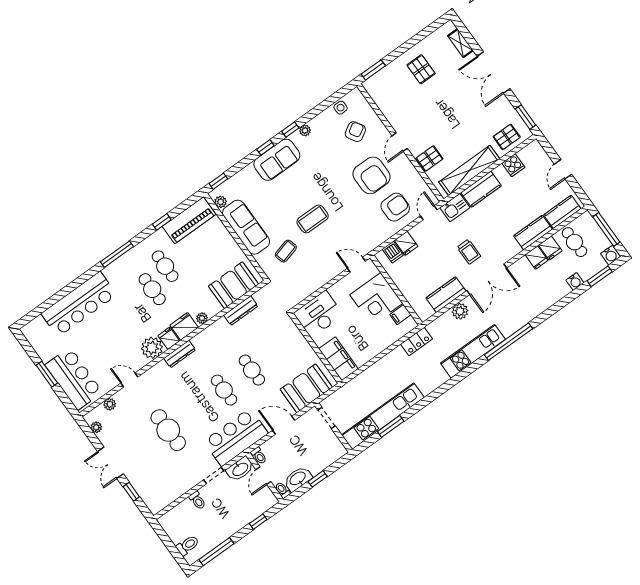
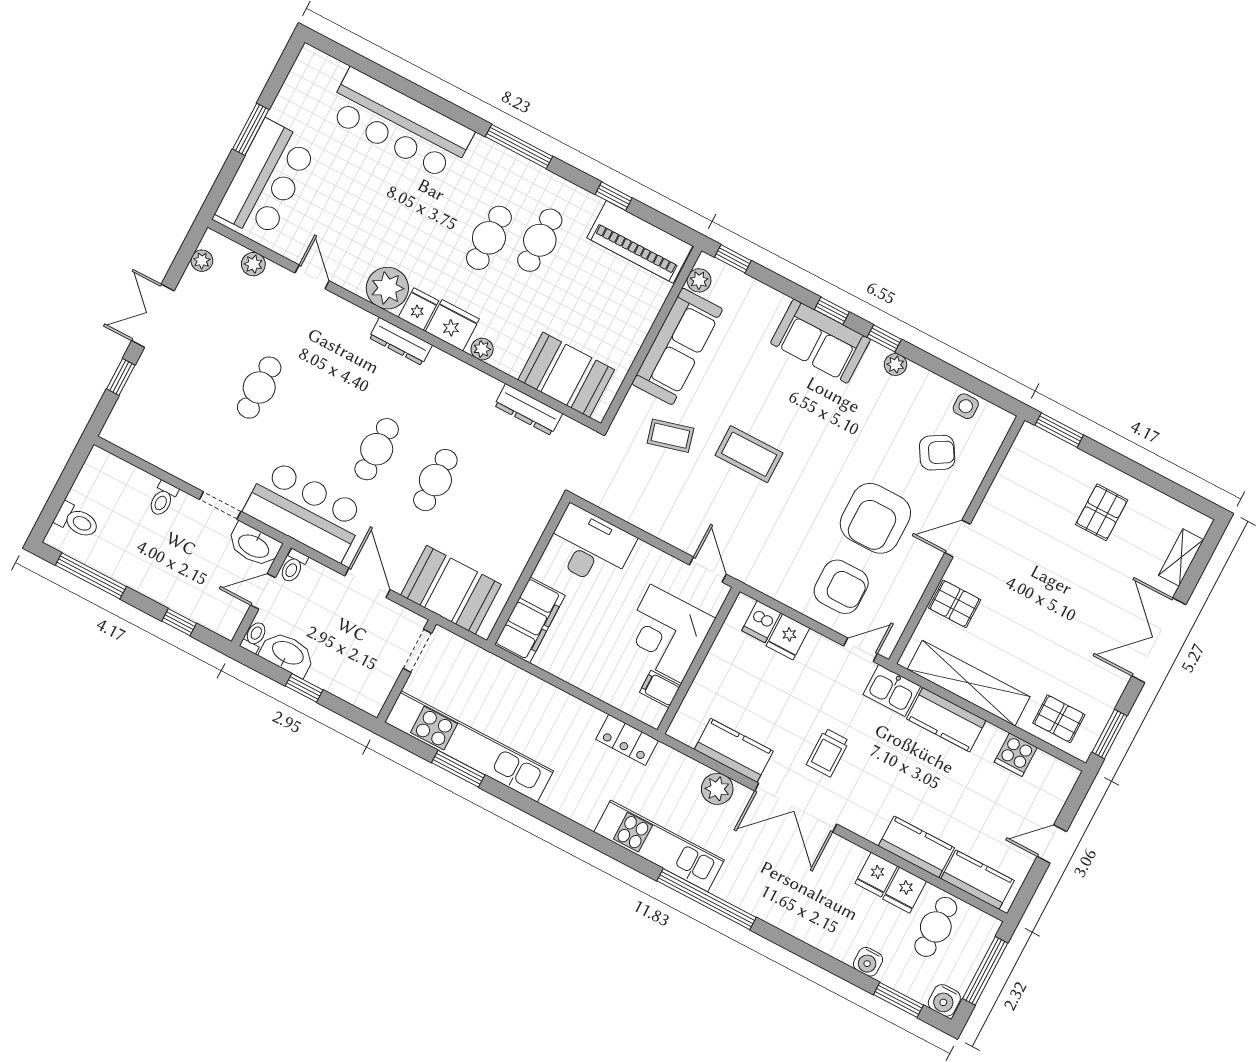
cafe table: (168, 430) -> (259, 388), width x0.73, depth x0.74

